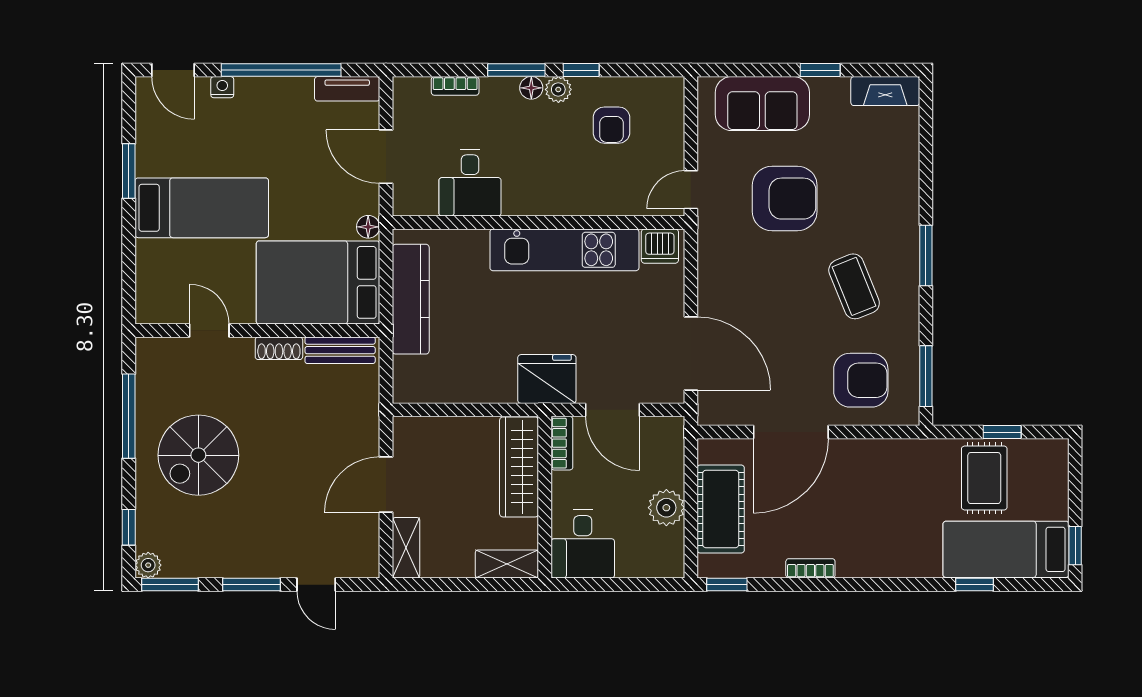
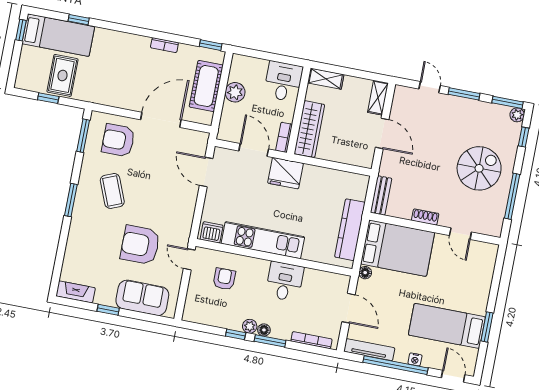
bookcase: (455, 86) -> (311, 340), width x1.56
nightstand: (222, 87) -> (415, 359), moved
tv unit: (347, 89) -> (369, 350), width x1.41
armchair: (611, 125) -> (224, 279), moved
desk: (470, 183) -> (285, 281), moved
door: (691, 190) -> (189, 259), swing flipped
bed: (202, 208) -> (447, 326), moved
bench: (340, 350) -> (381, 196), moved, turned 90
door: (691, 353) -> (206, 172), width x0.73
door: (386, 485) -> (382, 133), hinge flipped

